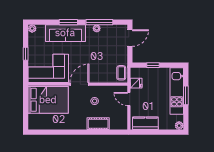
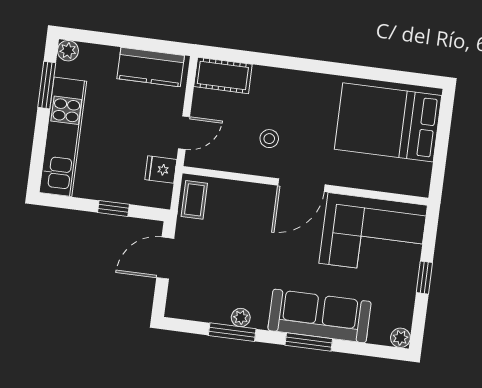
window: (99, 22) -> (232, 332), width x0.69
door: (130, 38) -> (165, 258), moved
window: (186, 95) -> (47, 85), moved
door: (129, 99) -> (184, 133), hinge flipped
bed: (48, 100) -> (388, 122), moved
cot: (98, 124) -> (223, 75), moved

